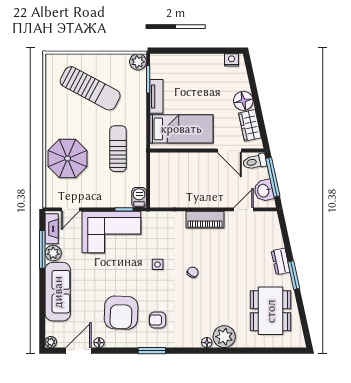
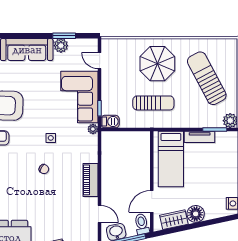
sun lounger: (90, 88) -> (207, 78), turned 124
parasol: (68, 158) -> (157, 64), moved
plant: (147, 217) -> (93, 129), added
fireplace: (52, 229) -> (82, 44), removed
window: (42, 249) -> (64, 36), width x0.69

